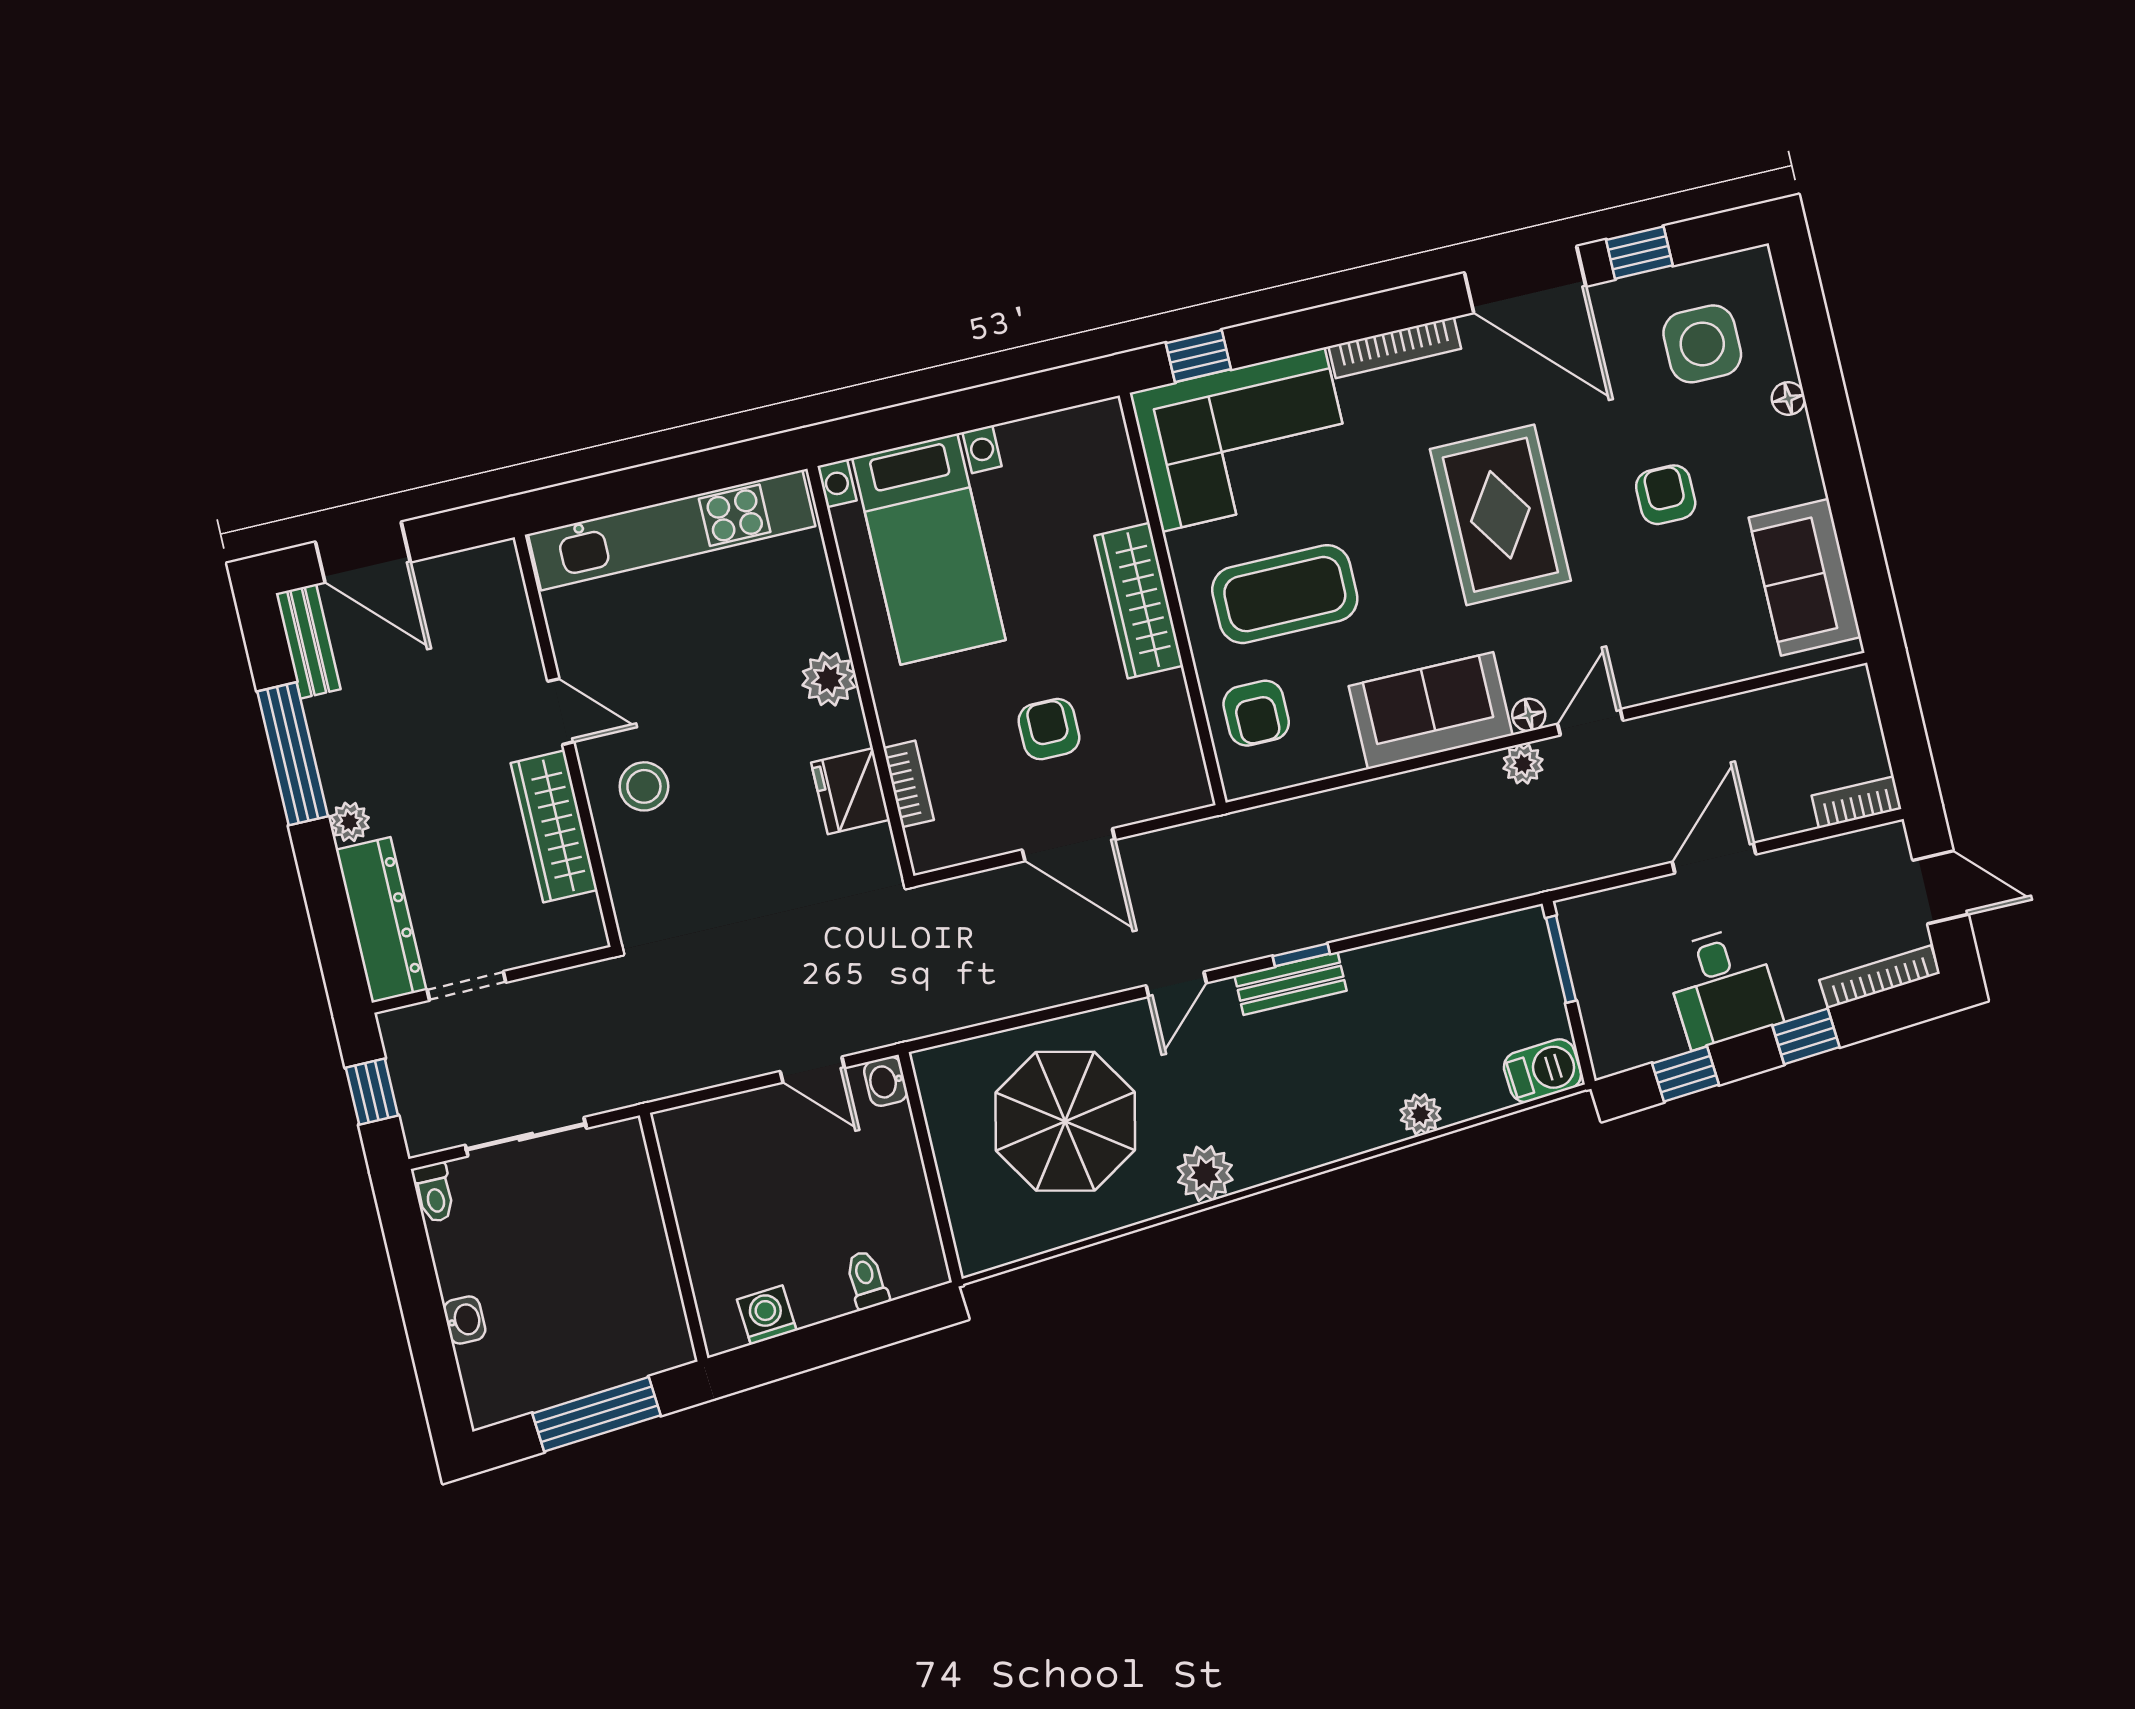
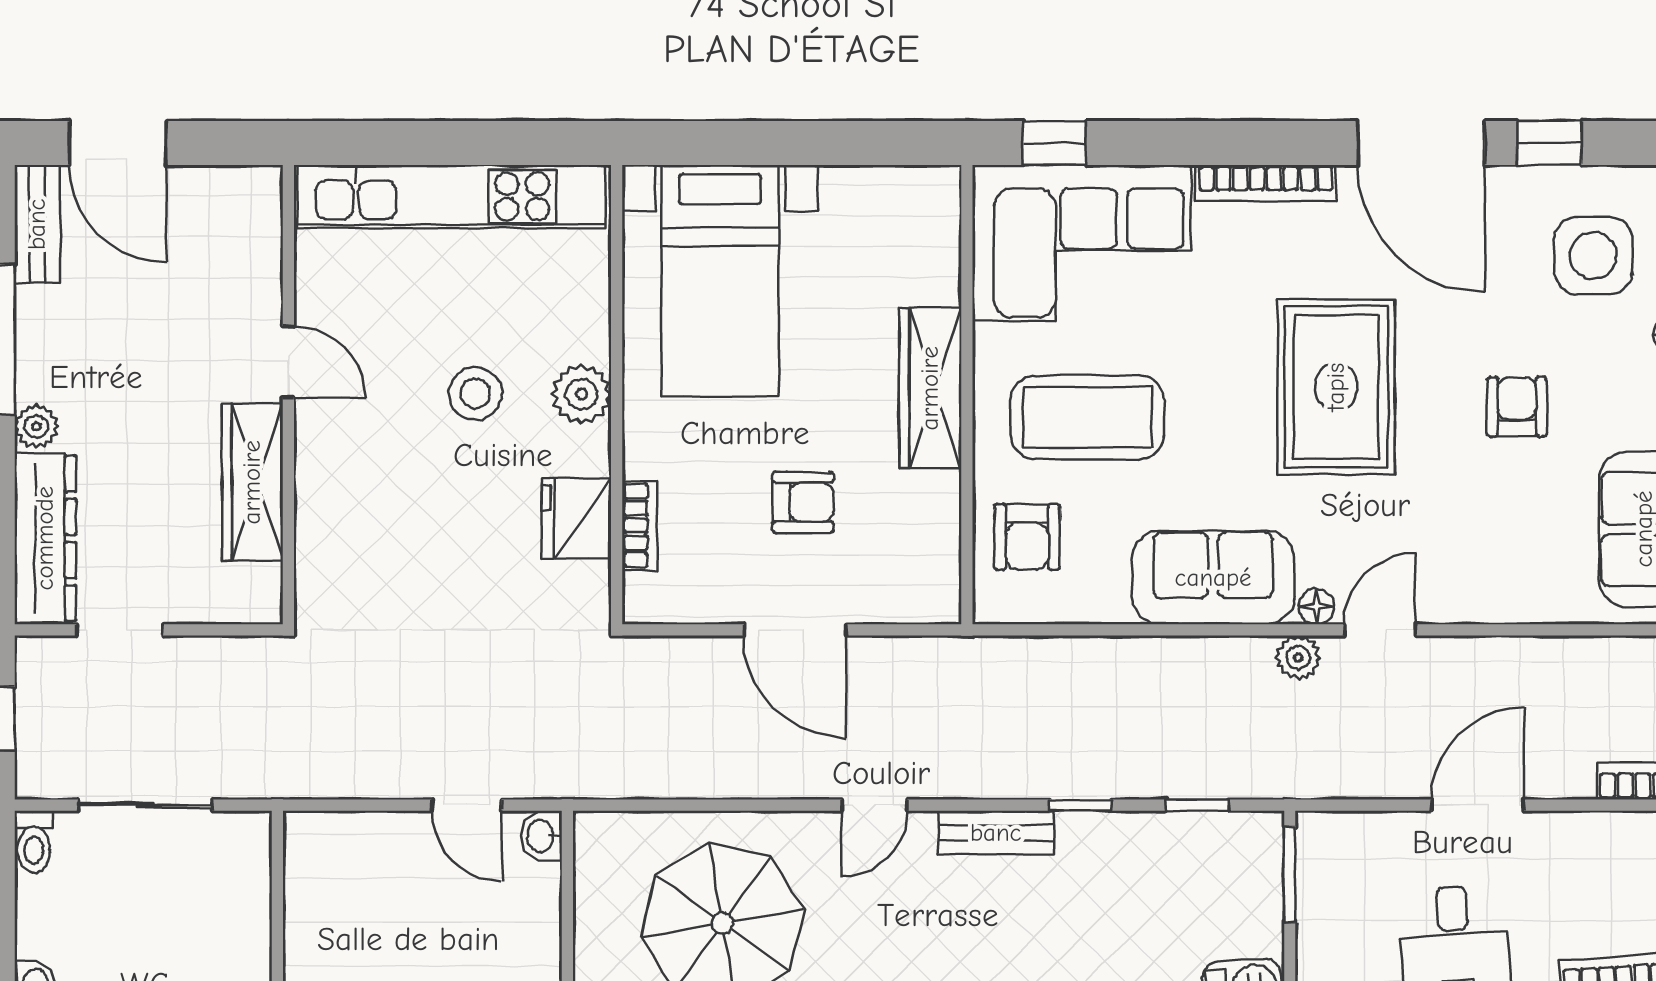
armchair: (1049, 729) -> (803, 502), turned 90
stool: (644, 786) -> (475, 394), moved
window: (1464, 917) -> (1197, 805), added
window: (1301, 955) -> (1080, 805), moved

